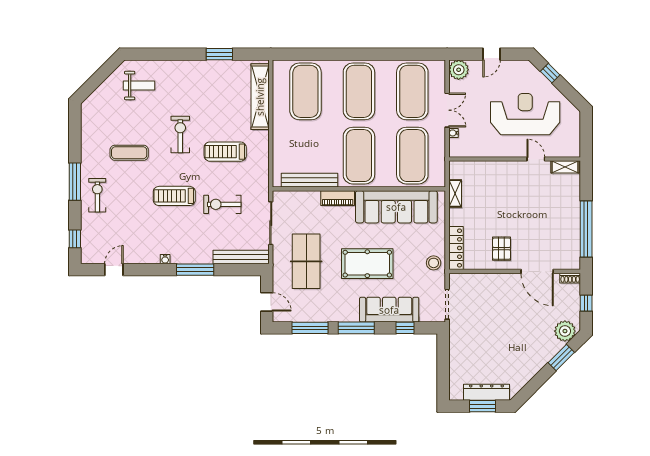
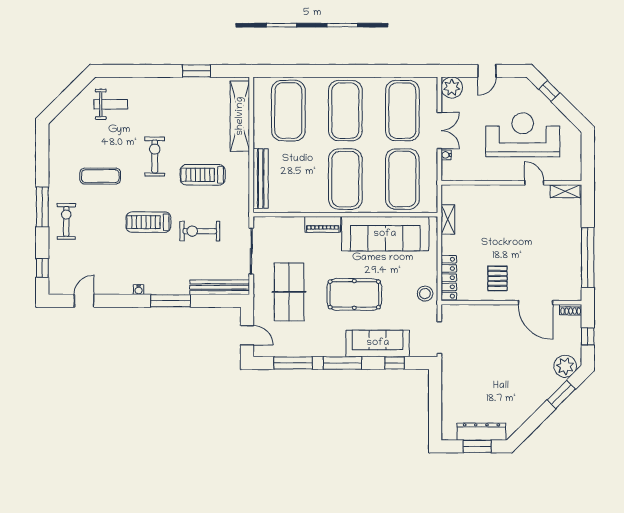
bench: (310, 180) -> (261, 179), moved, turned 90

